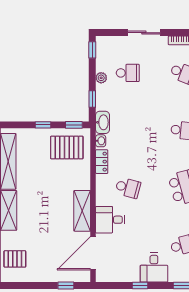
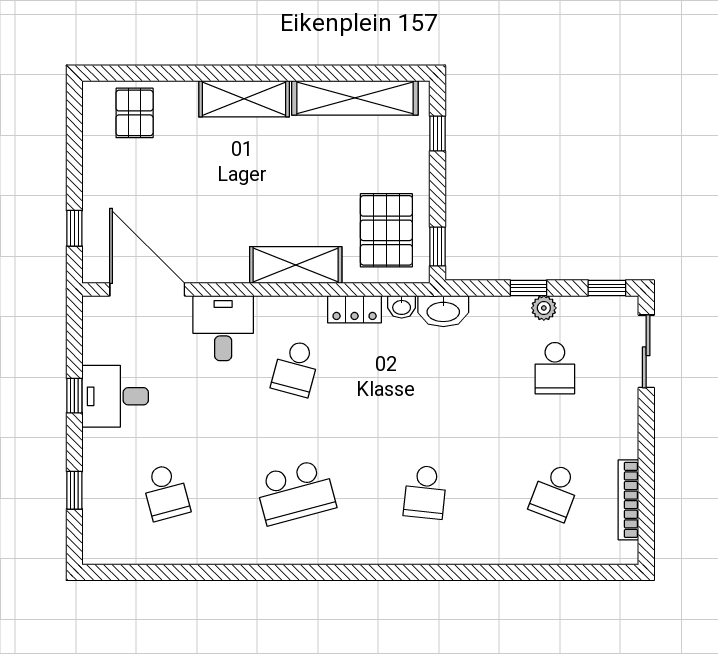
sliding door: (144, 33) -> (646, 351), moved
window: (92, 99) -> (528, 288), moved
window: (43, 125) -> (437, 133), moved
shelving: (82, 211) -> (296, 265), moved
desk: (154, 268) -> (115, 396), moved

